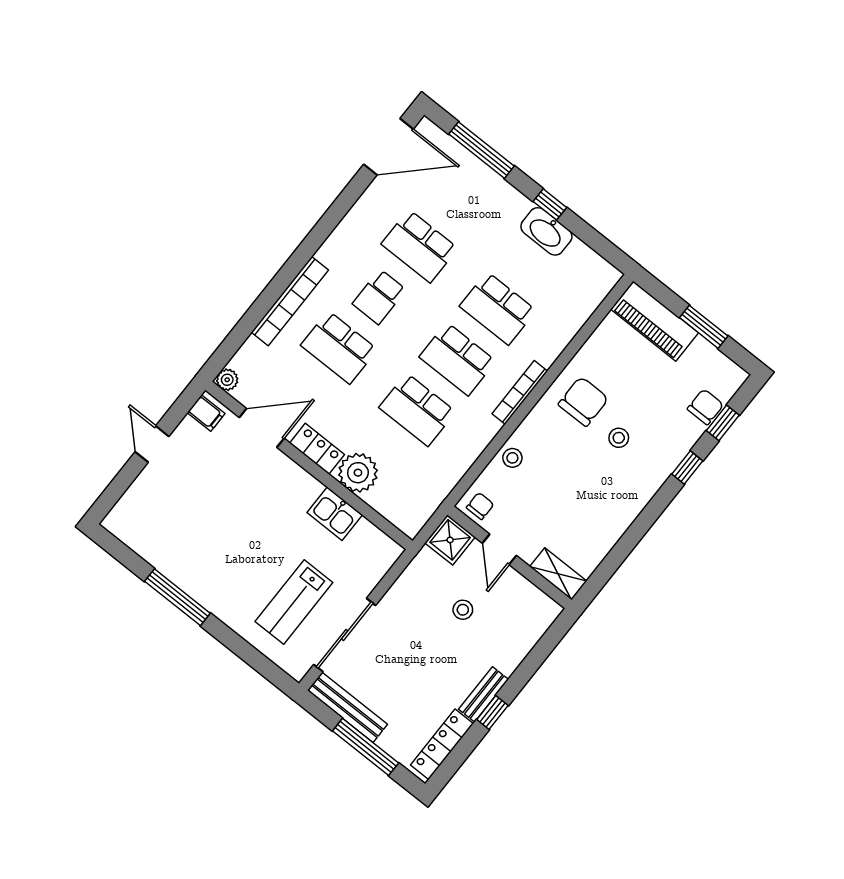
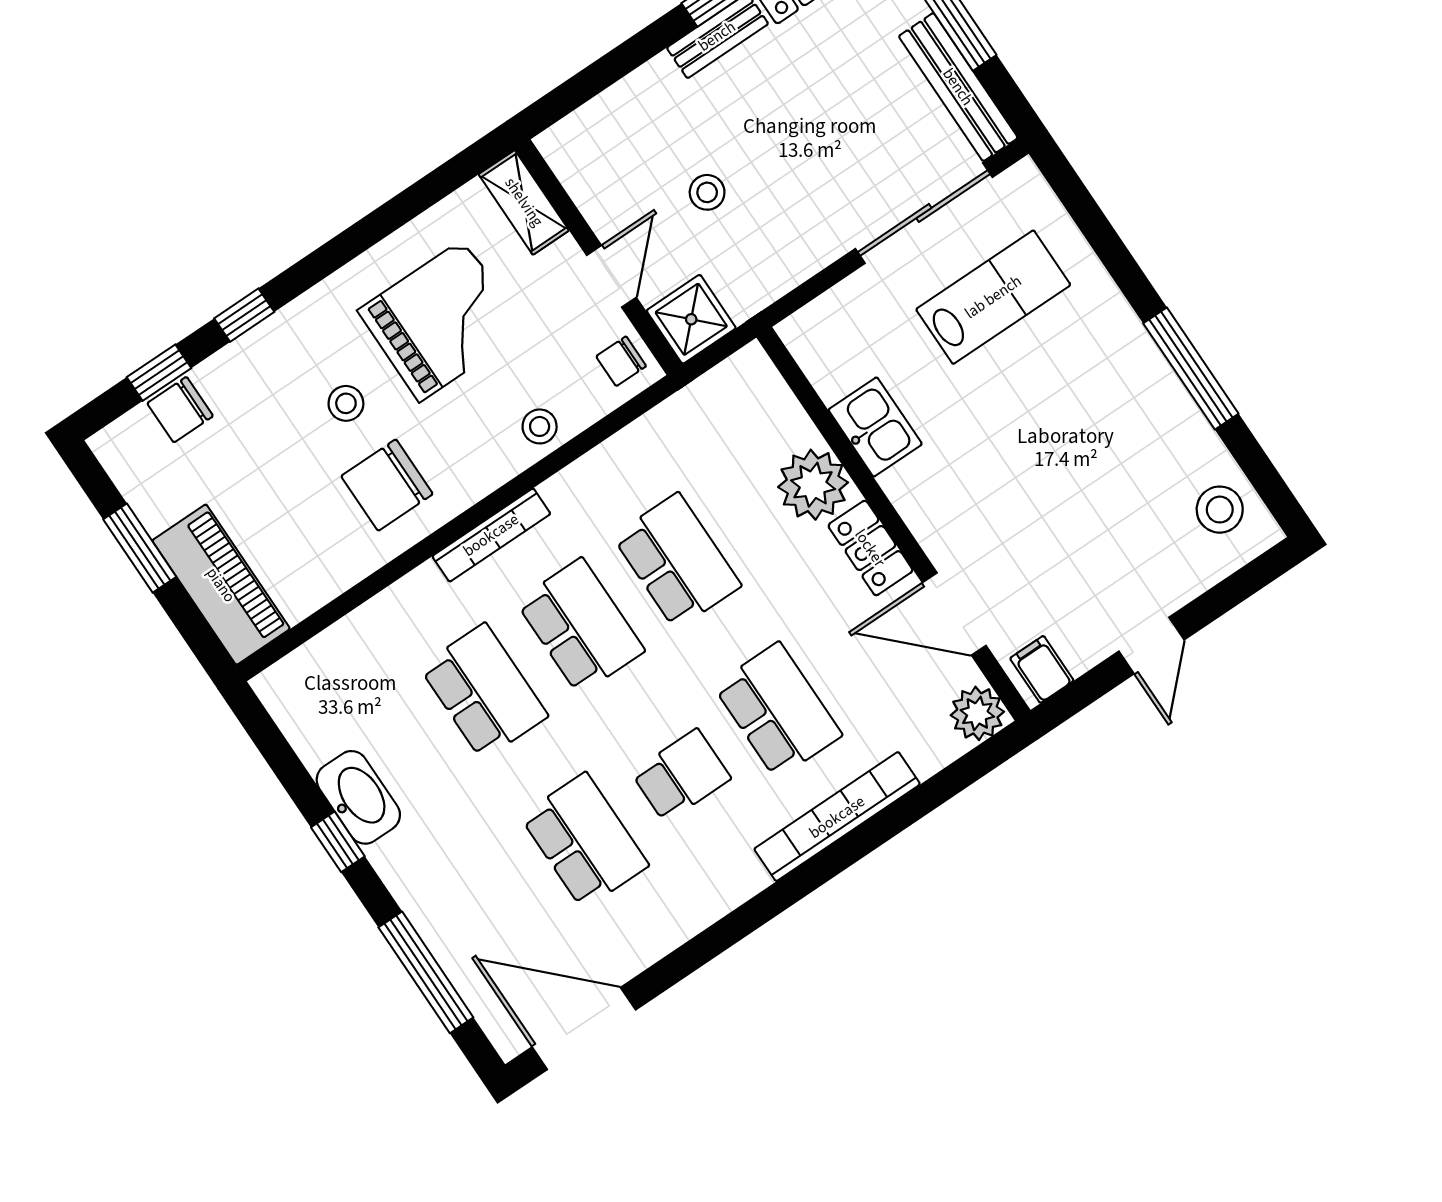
plant: (227, 380) -> (977, 713), width x1.38, depth x1.38
grand piano: (582, 498) -> (441, 321), added
stool: (139, 527) -> (1220, 510), added

